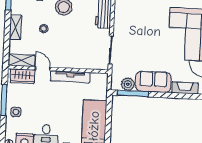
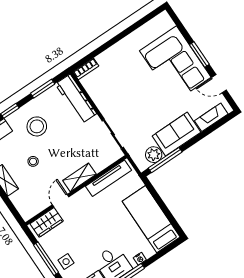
shelving: (21, 60) -> (79, 177), moved
door: (43, 69) -> (61, 201), hinge flipped
tv unit: (70, 77) -> (109, 178), moved

